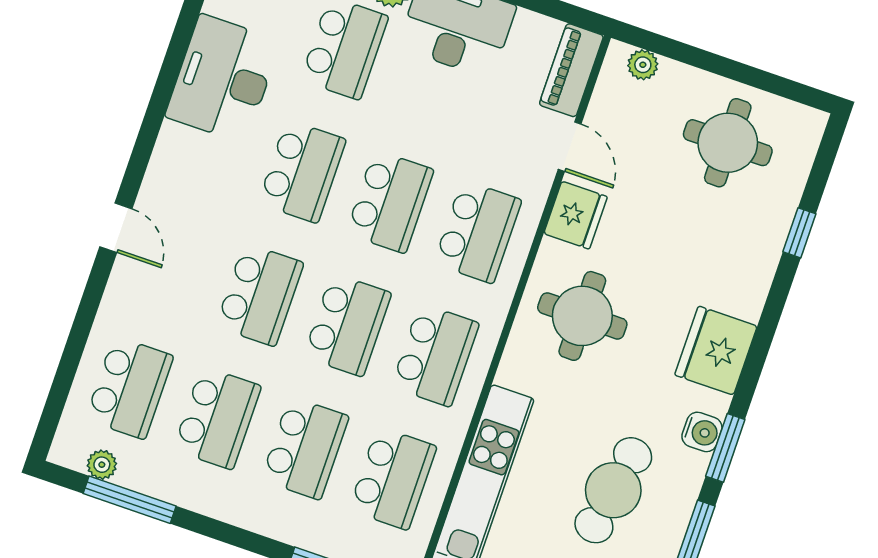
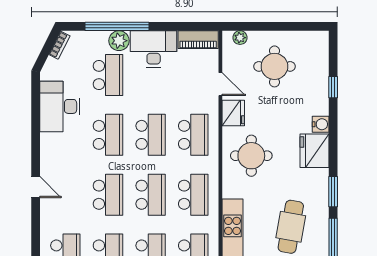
piano: (571, 70) -> (198, 40), moved, turned -90
round table: (728, 143) -> (274, 66), moved
water cooler: (702, 432) -> (321, 124), moved

